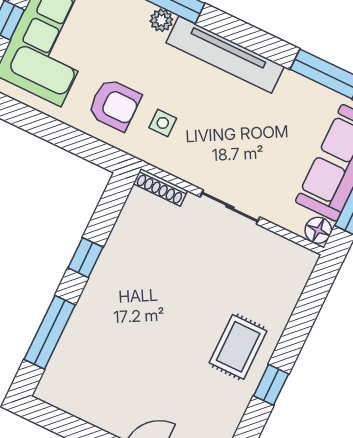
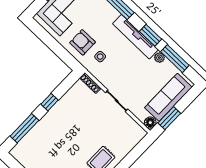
plant: (161, 20) -> (159, 58), moved
window: (257, 41) -> (151, 35), added
armchair: (114, 105) -> (83, 42), turned 180

